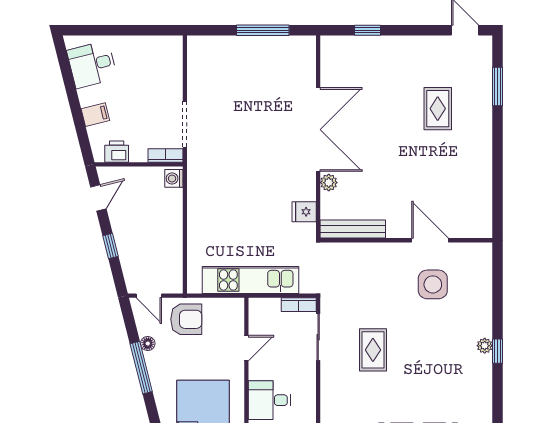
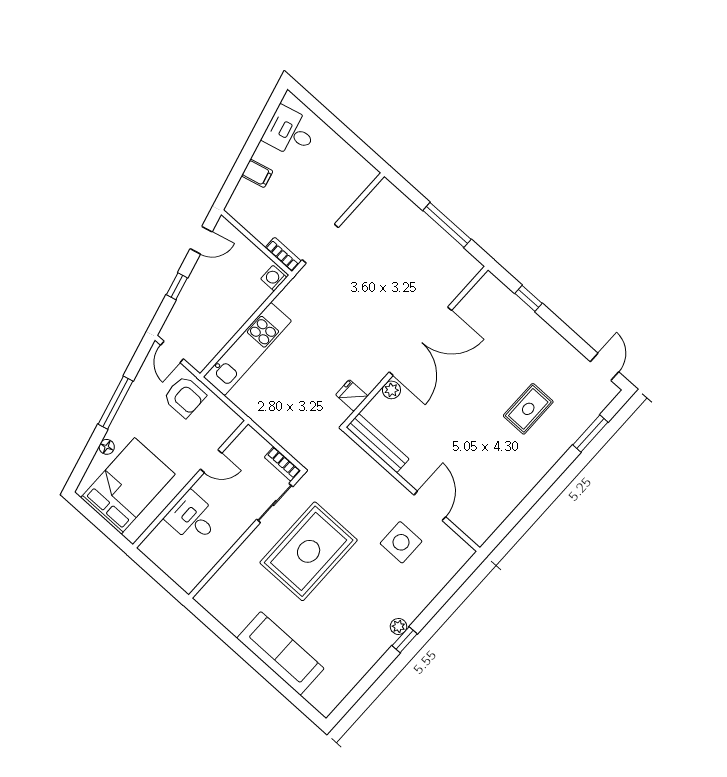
printer: (117, 152) -> (248, 217), removed
kitchen unit: (250, 280) -> (247, 349), moved, turned 90
floor lamp: (148, 344) -> (107, 447), moved
rug: (373, 350) -> (309, 551), width x1.86, depth x2.06

